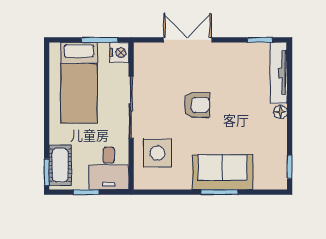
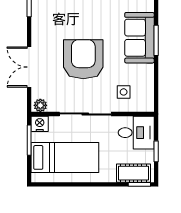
plant: (141, 53) -> (40, 105), added
armchair: (197, 105) -> (83, 59), width x1.88, depth x1.88
side table: (157, 153) -> (124, 92), width x0.54, depth x0.54

